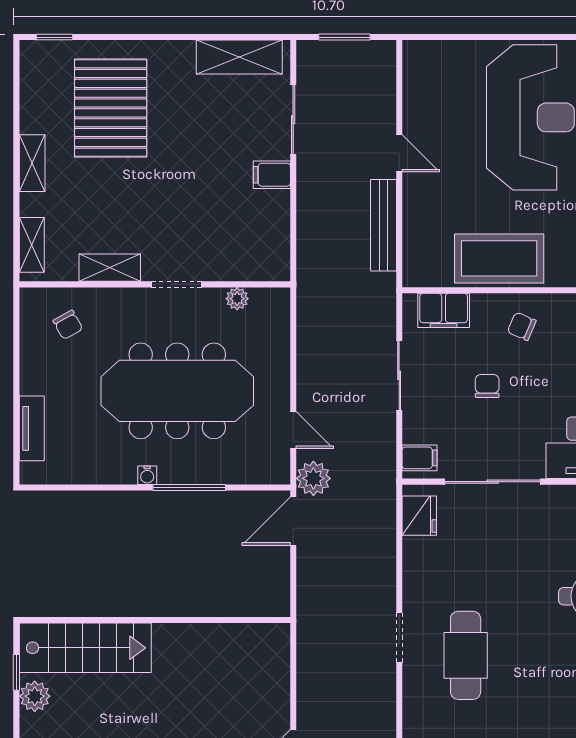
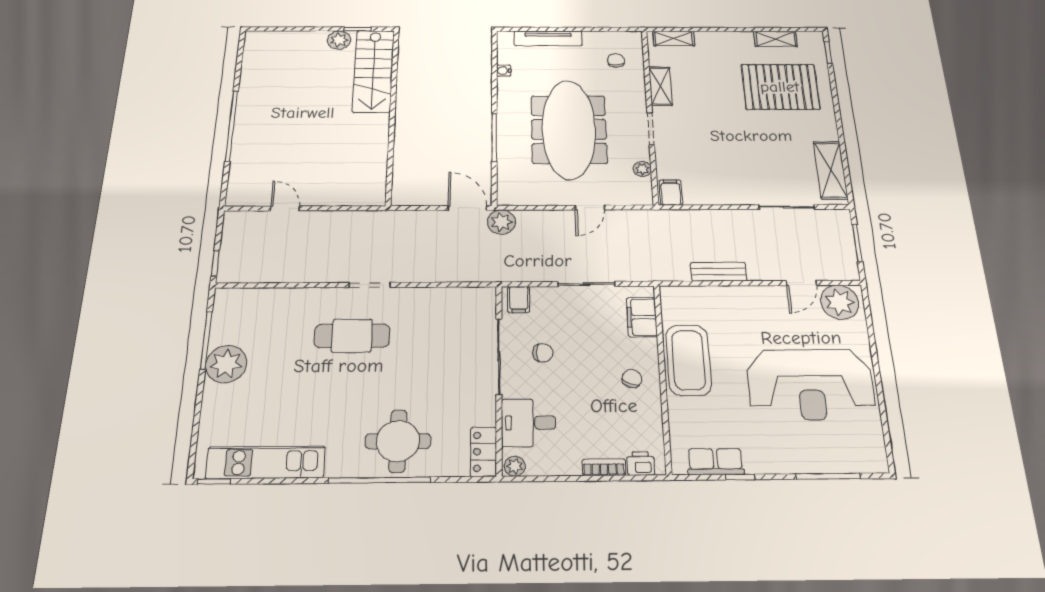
plant: (425, 69) -> (840, 302), added
door: (399, 153) -> (801, 283), moved
shelving: (32, 163) -> (775, 39), moved
filing cabinet: (272, 175) -> (671, 192), moved
bench: (383, 225) -> (719, 272), width x0.73
chair: (68, 325) -> (616, 60), turned 119
chair: (487, 386) -> (543, 353), moved
tv unit: (32, 428) -> (548, 38), width x1.41
door: (293, 430) -> (590, 208), moved
water cooler: (147, 475) -> (504, 71), moved
fridge: (419, 516) -> (471, 300), removed

